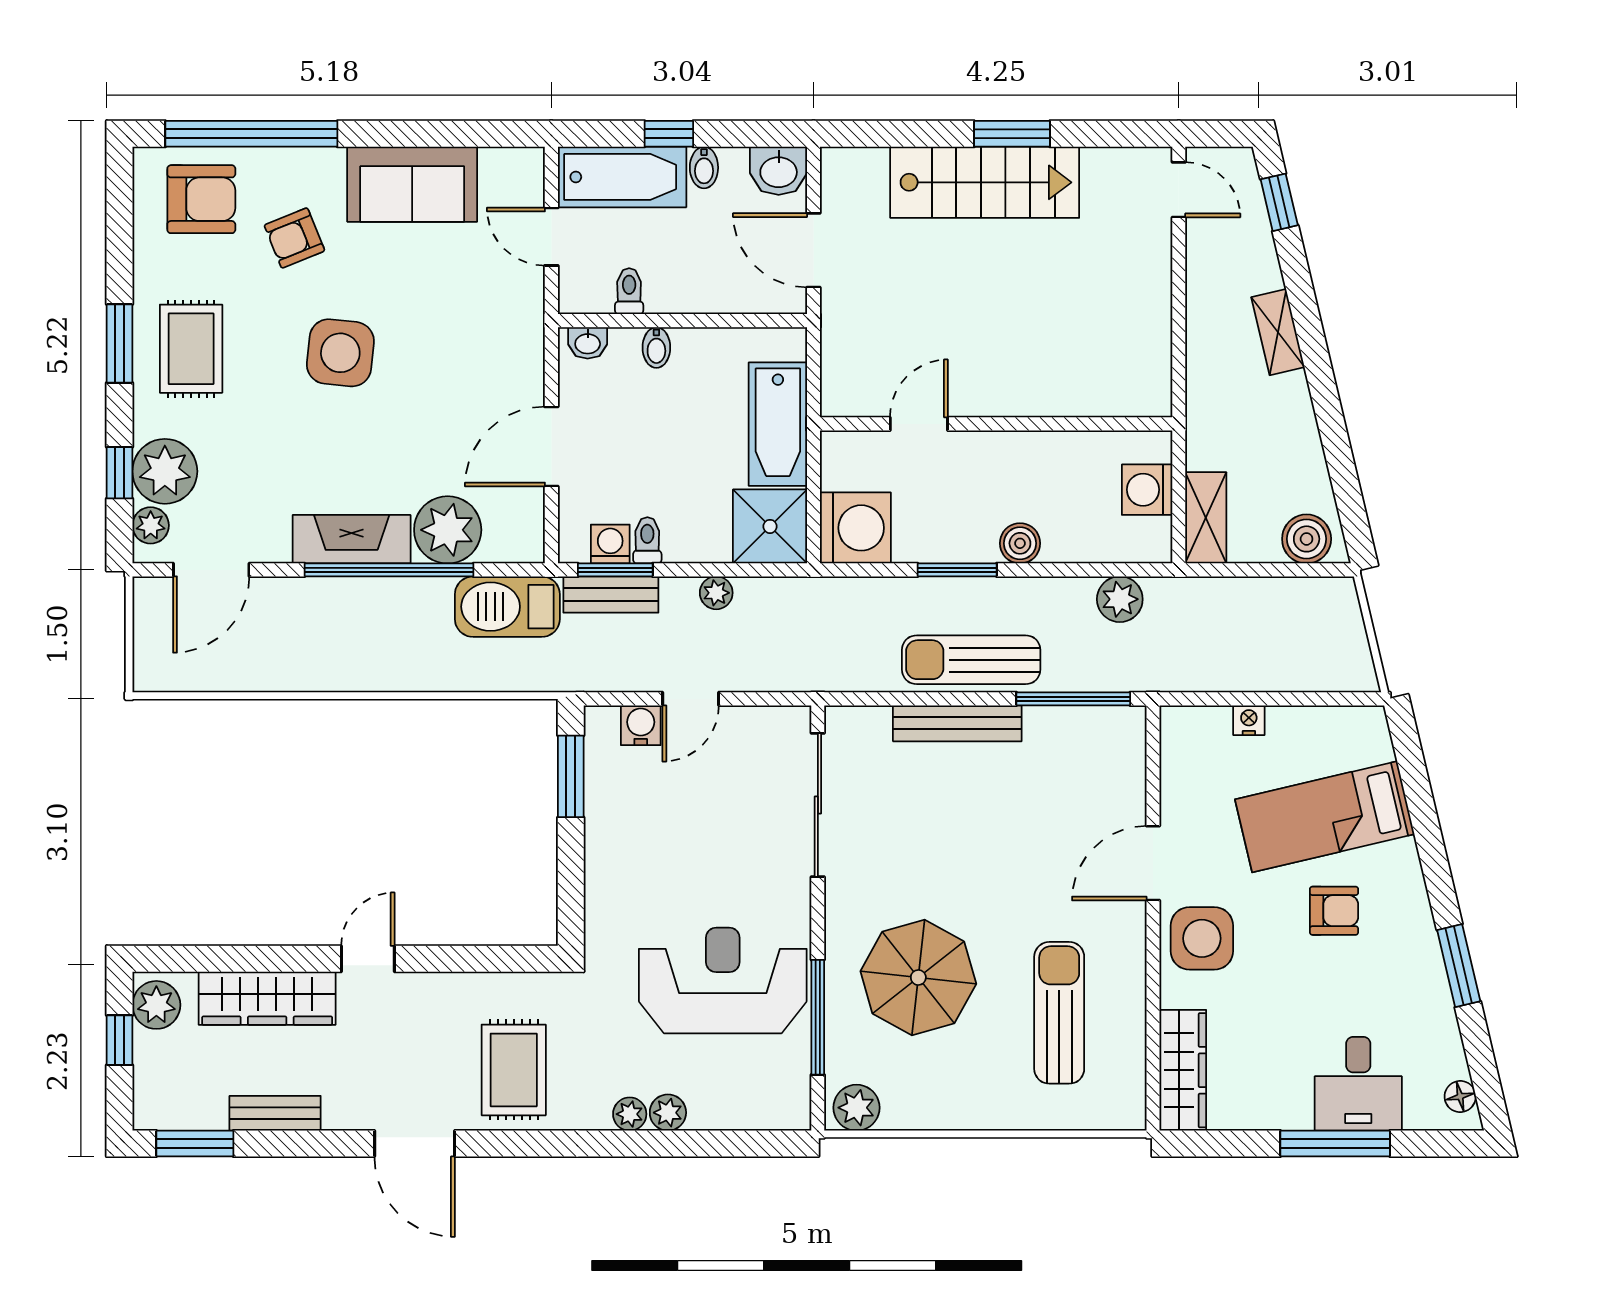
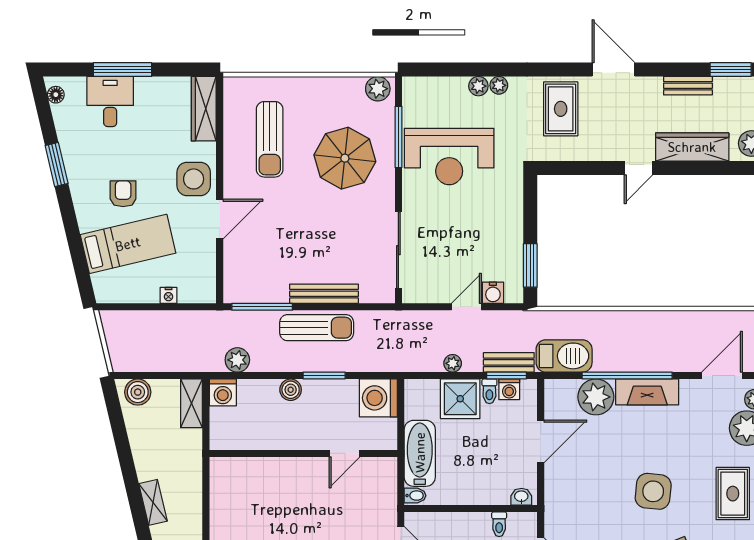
bidet: (656, 348) -> (415, 496), moved, turned 90
washing machine: (1147, 490) -> (223, 392), moved, turned 90
shower: (770, 526) -> (460, 399), moved
armchair: (1334, 911) -> (123, 194), turned 90

